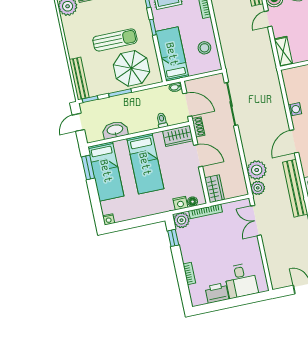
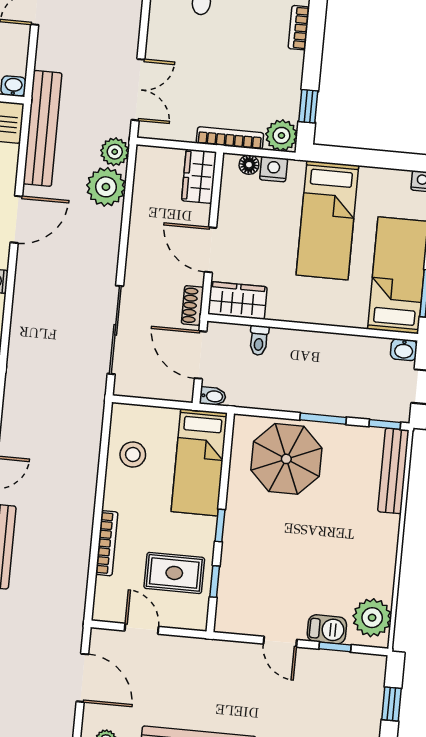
sun lounger: (115, 40) -> (301, 524), removed
washbasin: (115, 130) -> (404, 350), moved, width x0.52, depth x0.69
bed: (145, 164) -> (327, 220), moved, turned 180

